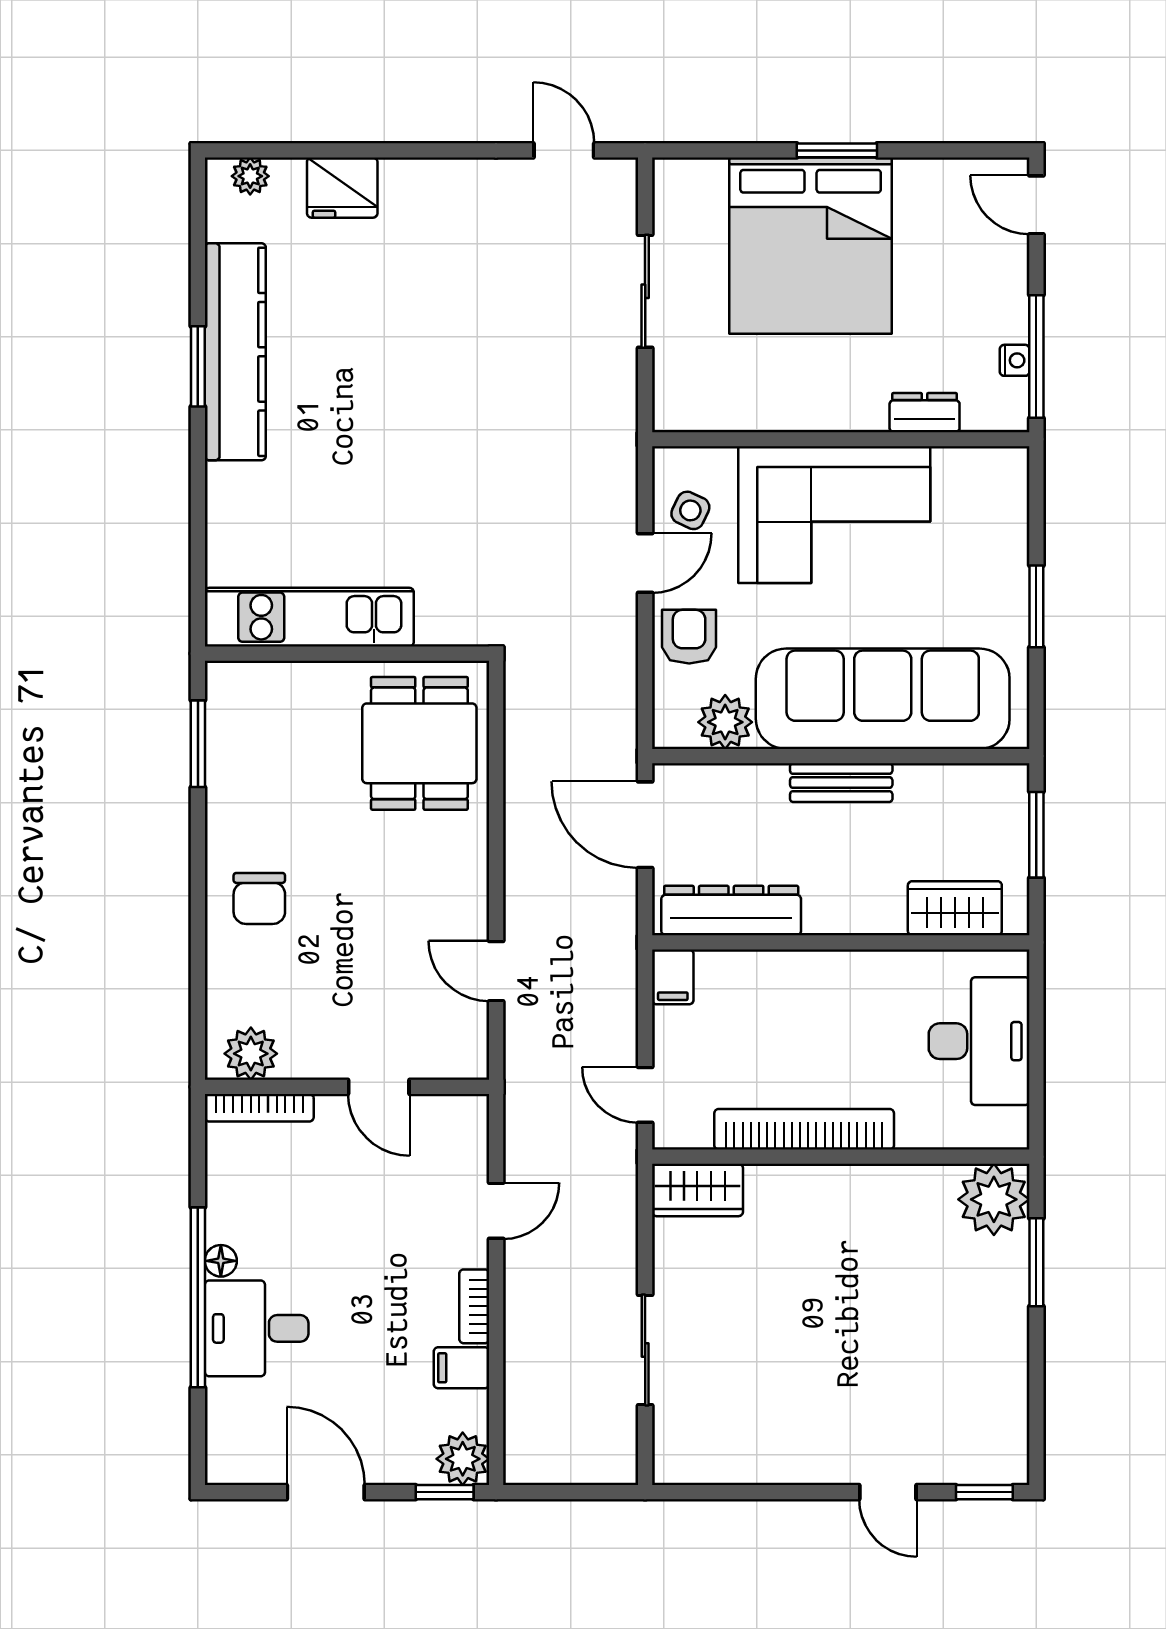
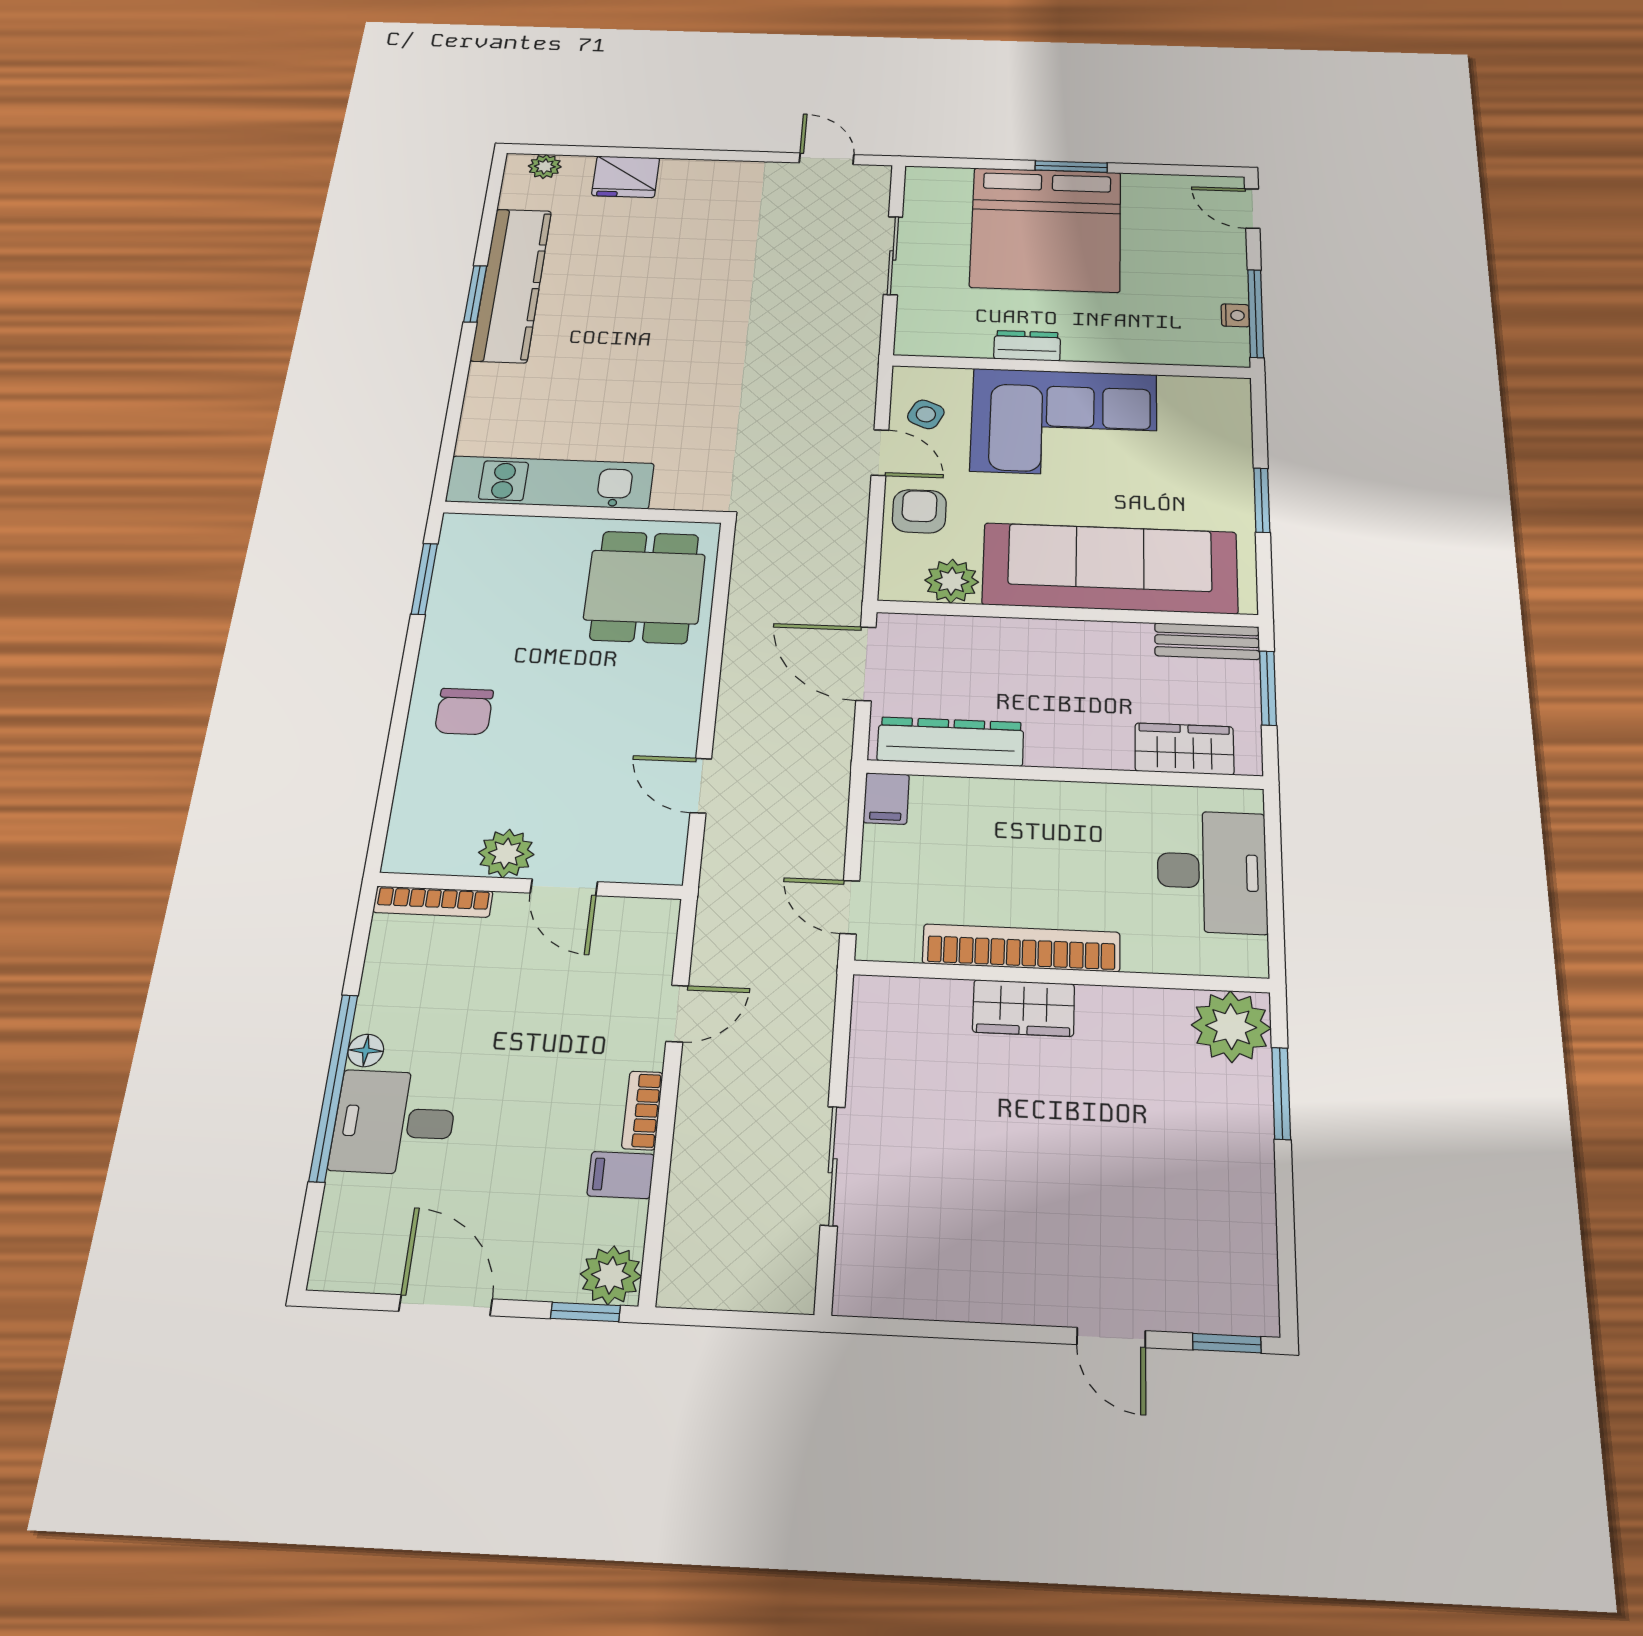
dresser: (925, 413) -> (1027, 346), moved
door: (645, 563) -> (880, 453), hinge flipped
bench: (841, 783) -> (1207, 641), moved
plant: (251, 1054) -> (506, 853), moved
wardrobe: (697, 1190) -> (1024, 1008), moved

